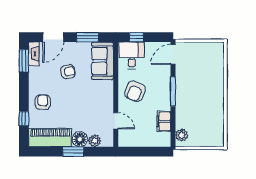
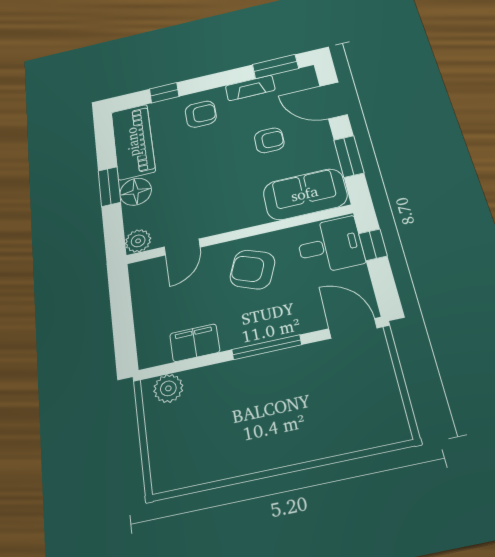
fireplace: (34, 54) -> (250, 88), moved
armchair: (68, 72) -> (269, 140), turned -79
plant: (95, 141) -> (138, 241), moved

